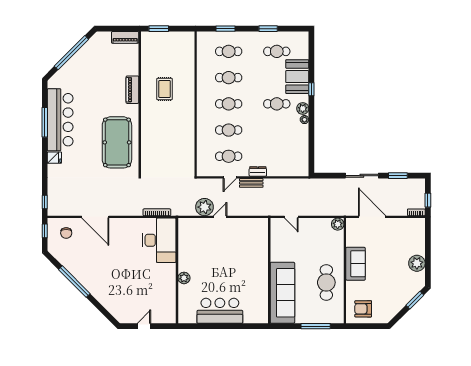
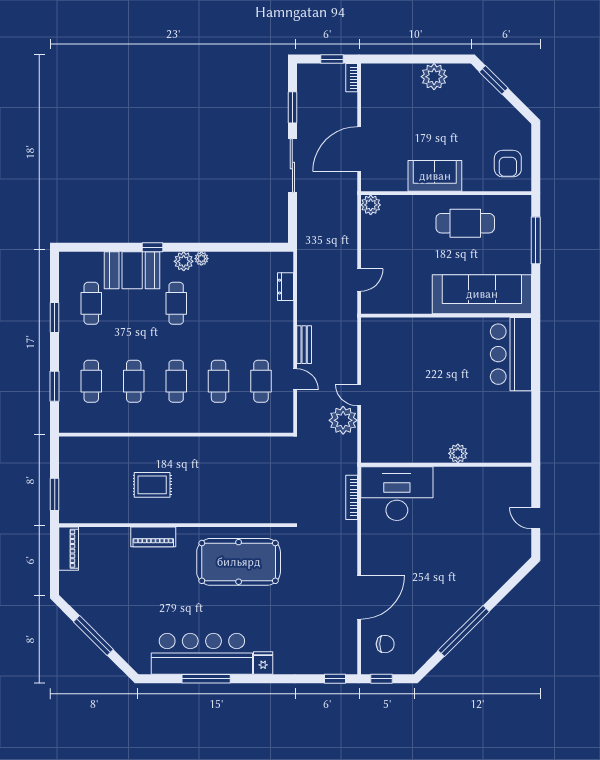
window: (71, 53) -> (93, 636), width x0.68
dresser: (258, 171) -> (285, 287), moved
bar counter: (220, 311) -> (511, 354), moved

